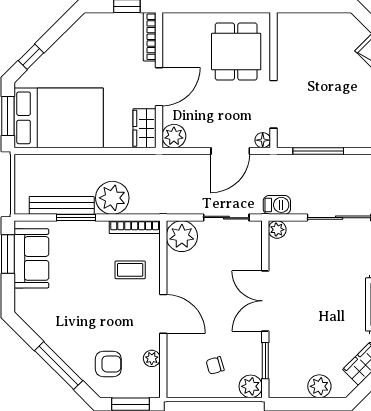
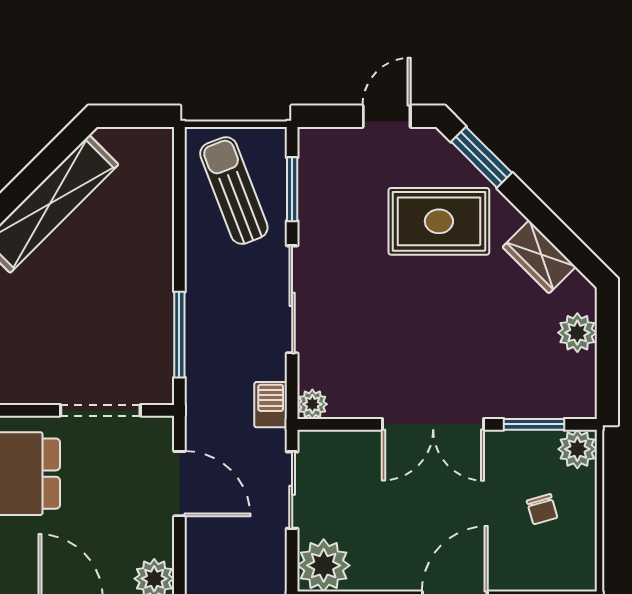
floor lamp: (263, 140) -> (161, 429), removed

